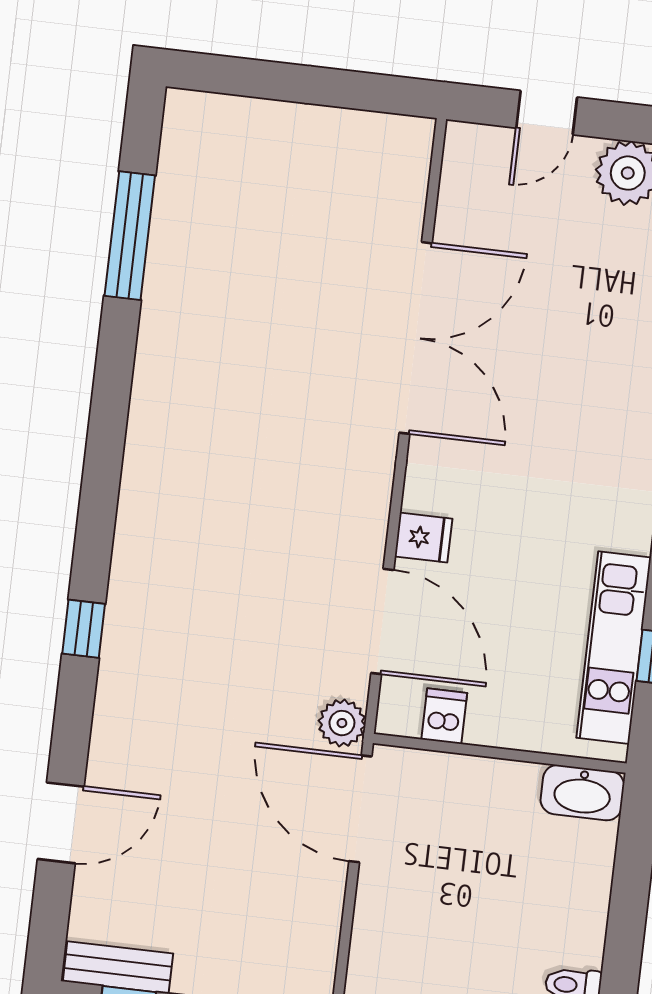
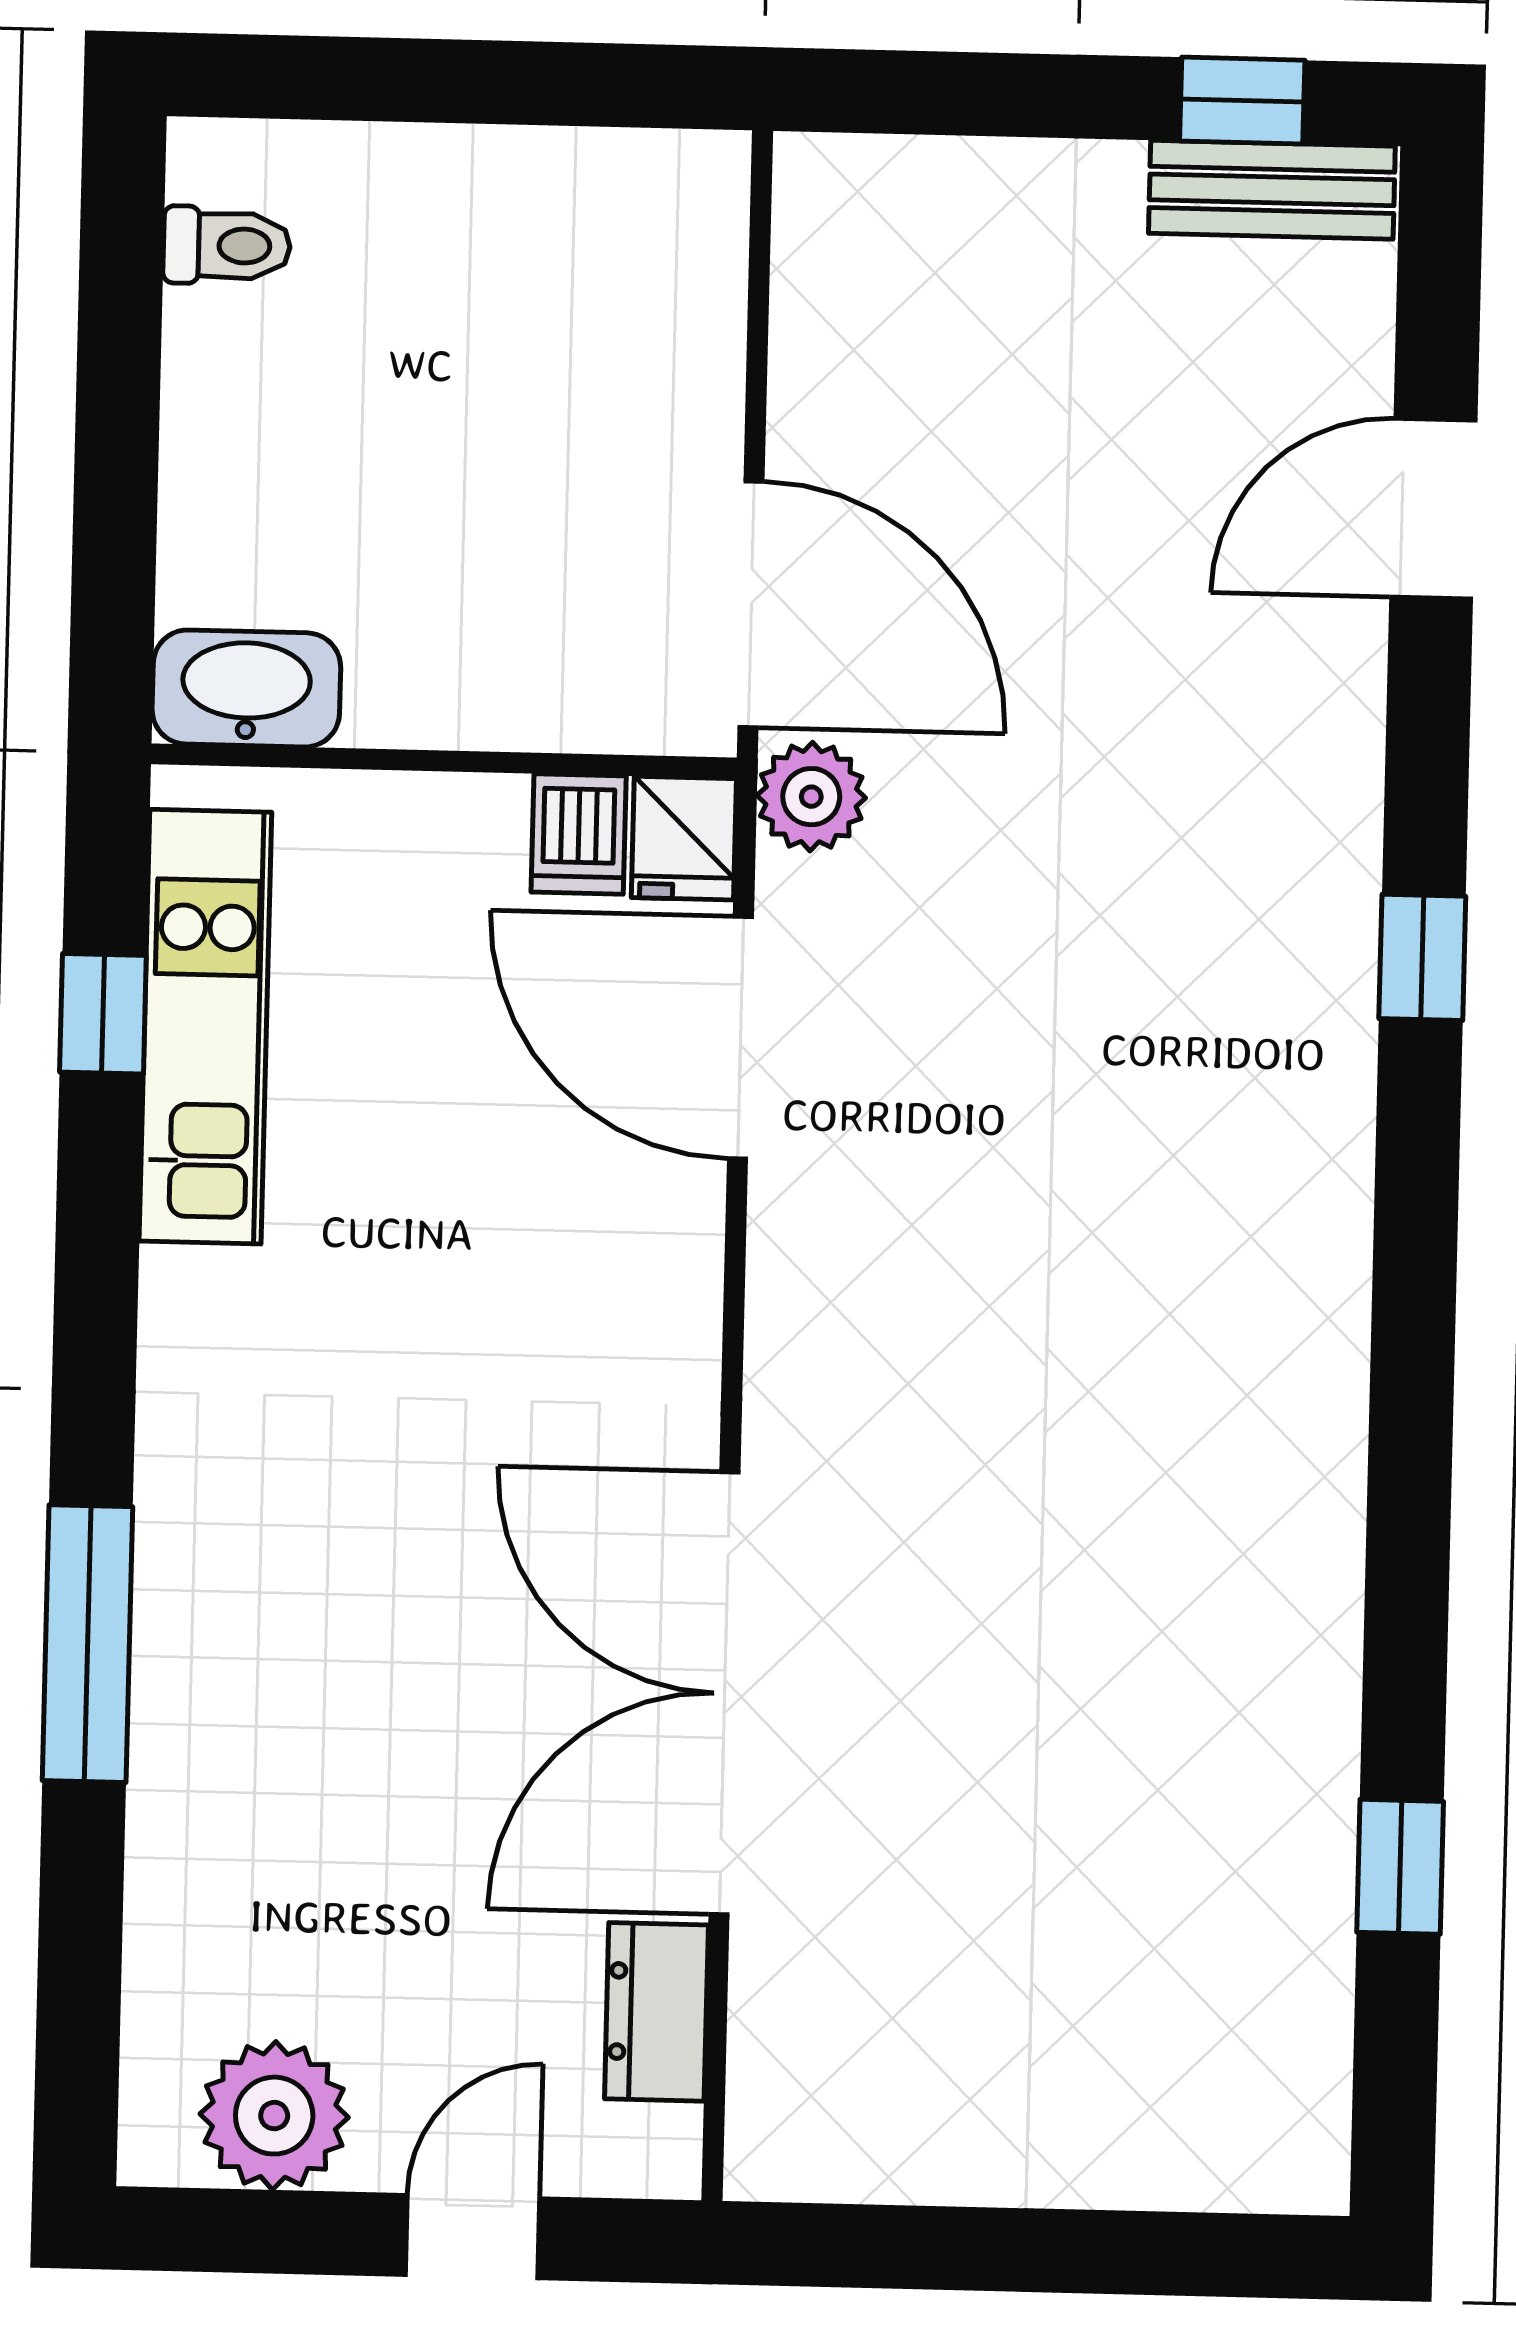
dresser: (458, 203) -> (656, 2012), added
window: (130, 236) -> (1400, 1867), width x0.46
fridge: (423, 538) -> (684, 838), moved, turned -90

